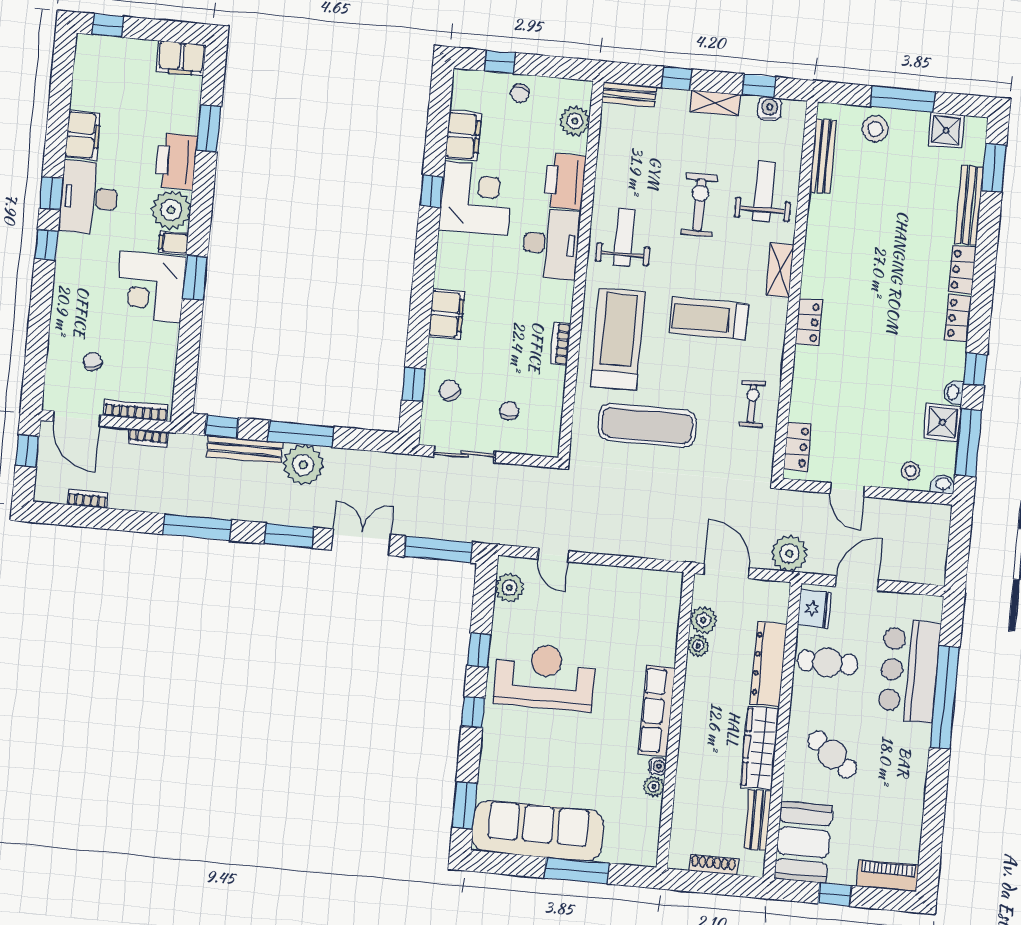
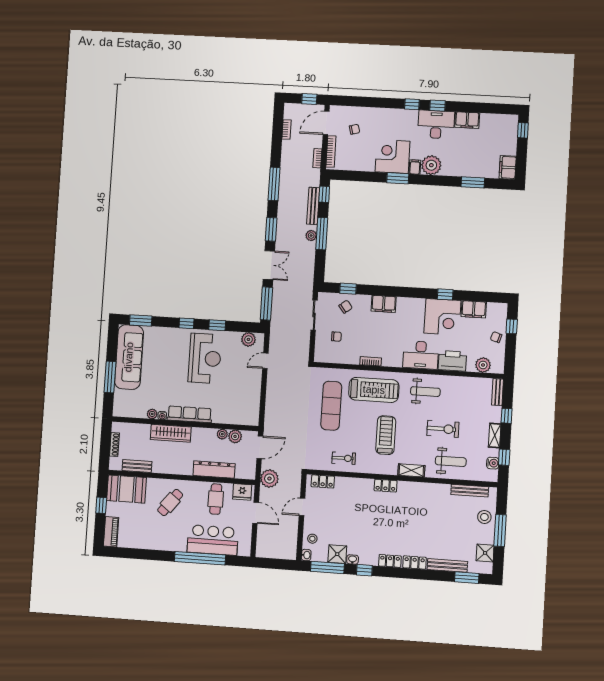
printer: (176, 161) -> (456, 167), removed
plant: (303, 465) -> (311, 236), width x0.53, depth x0.53
wardrobe: (760, 748) -> (171, 433), moved, turned 180

